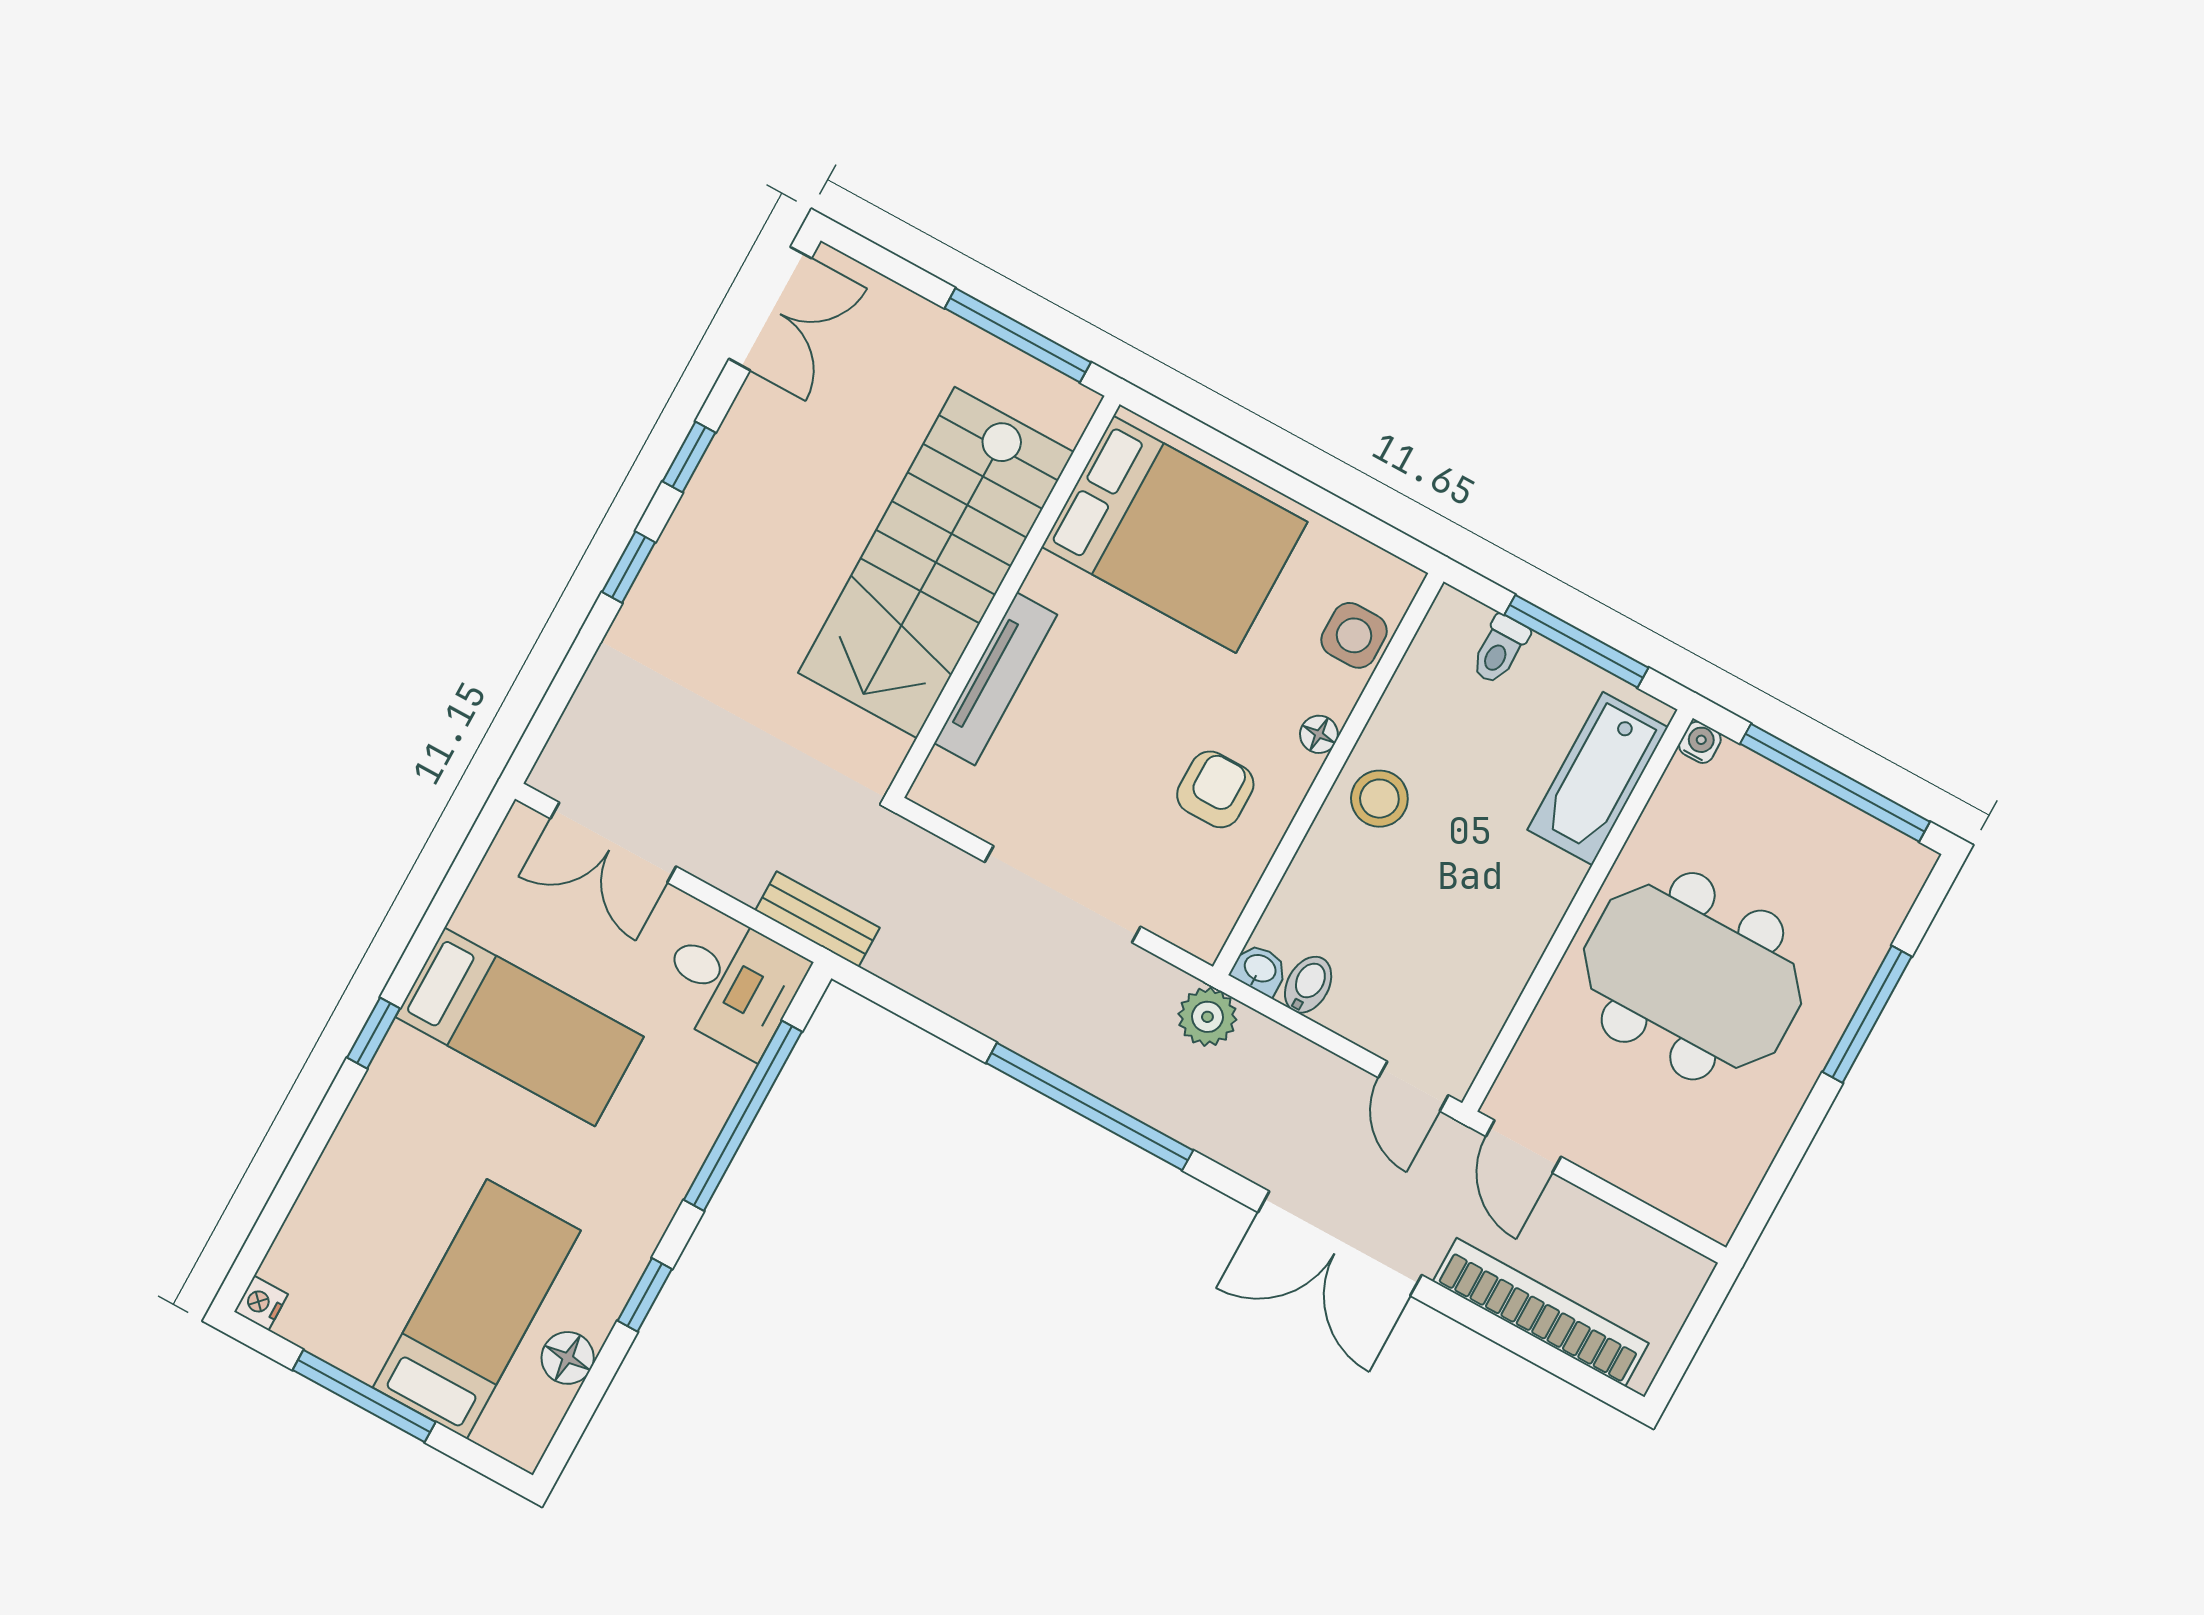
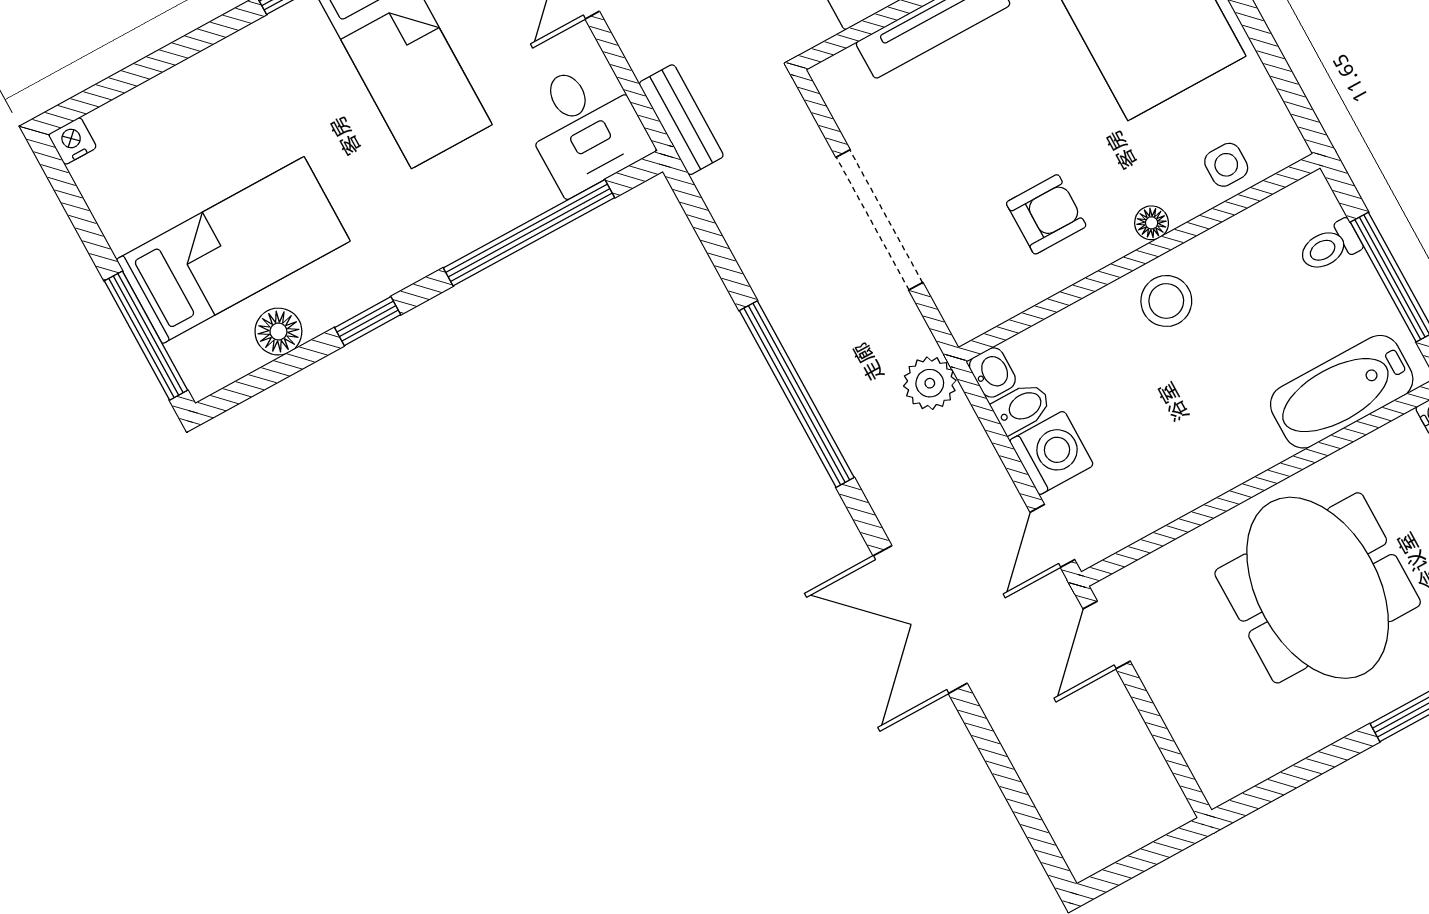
side table: (1354, 635) -> (1226, 165), width x0.73, depth x0.73
washing machine: (1363, 1009) -> (1051, 453), added
bookcase: (1541, 1312) -> (1039, 769), removed
window: (364, 1396) -> (146, 336), moved

